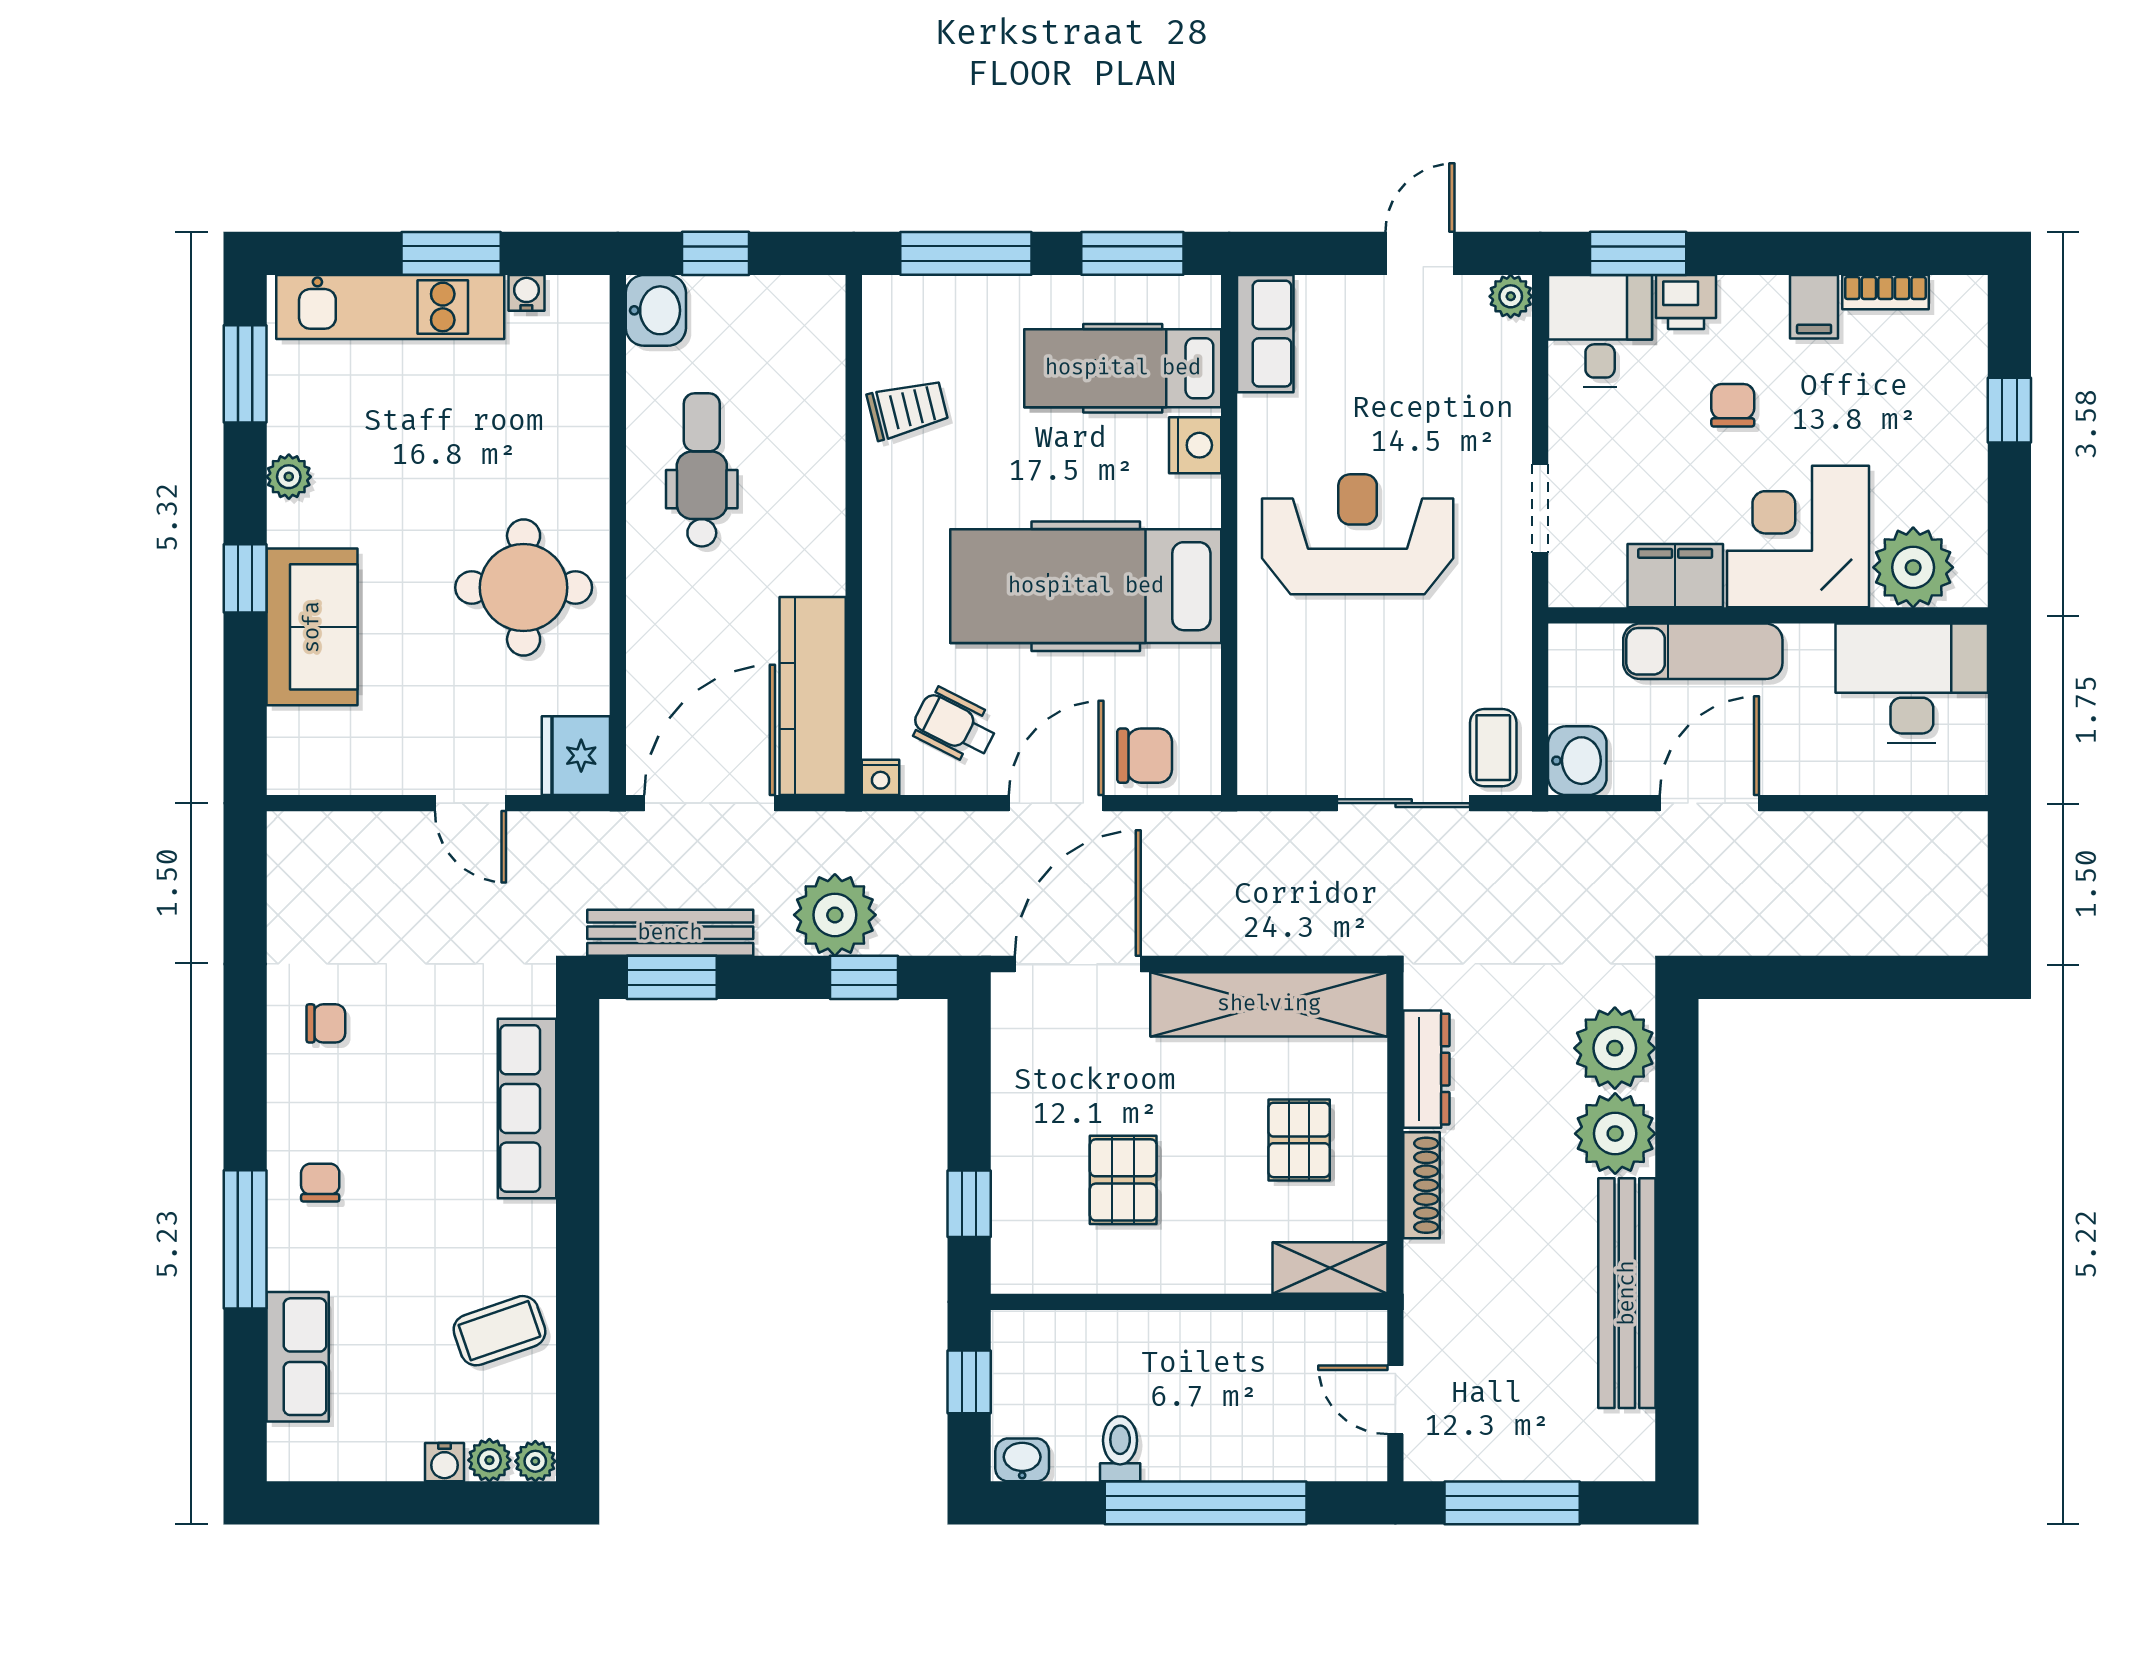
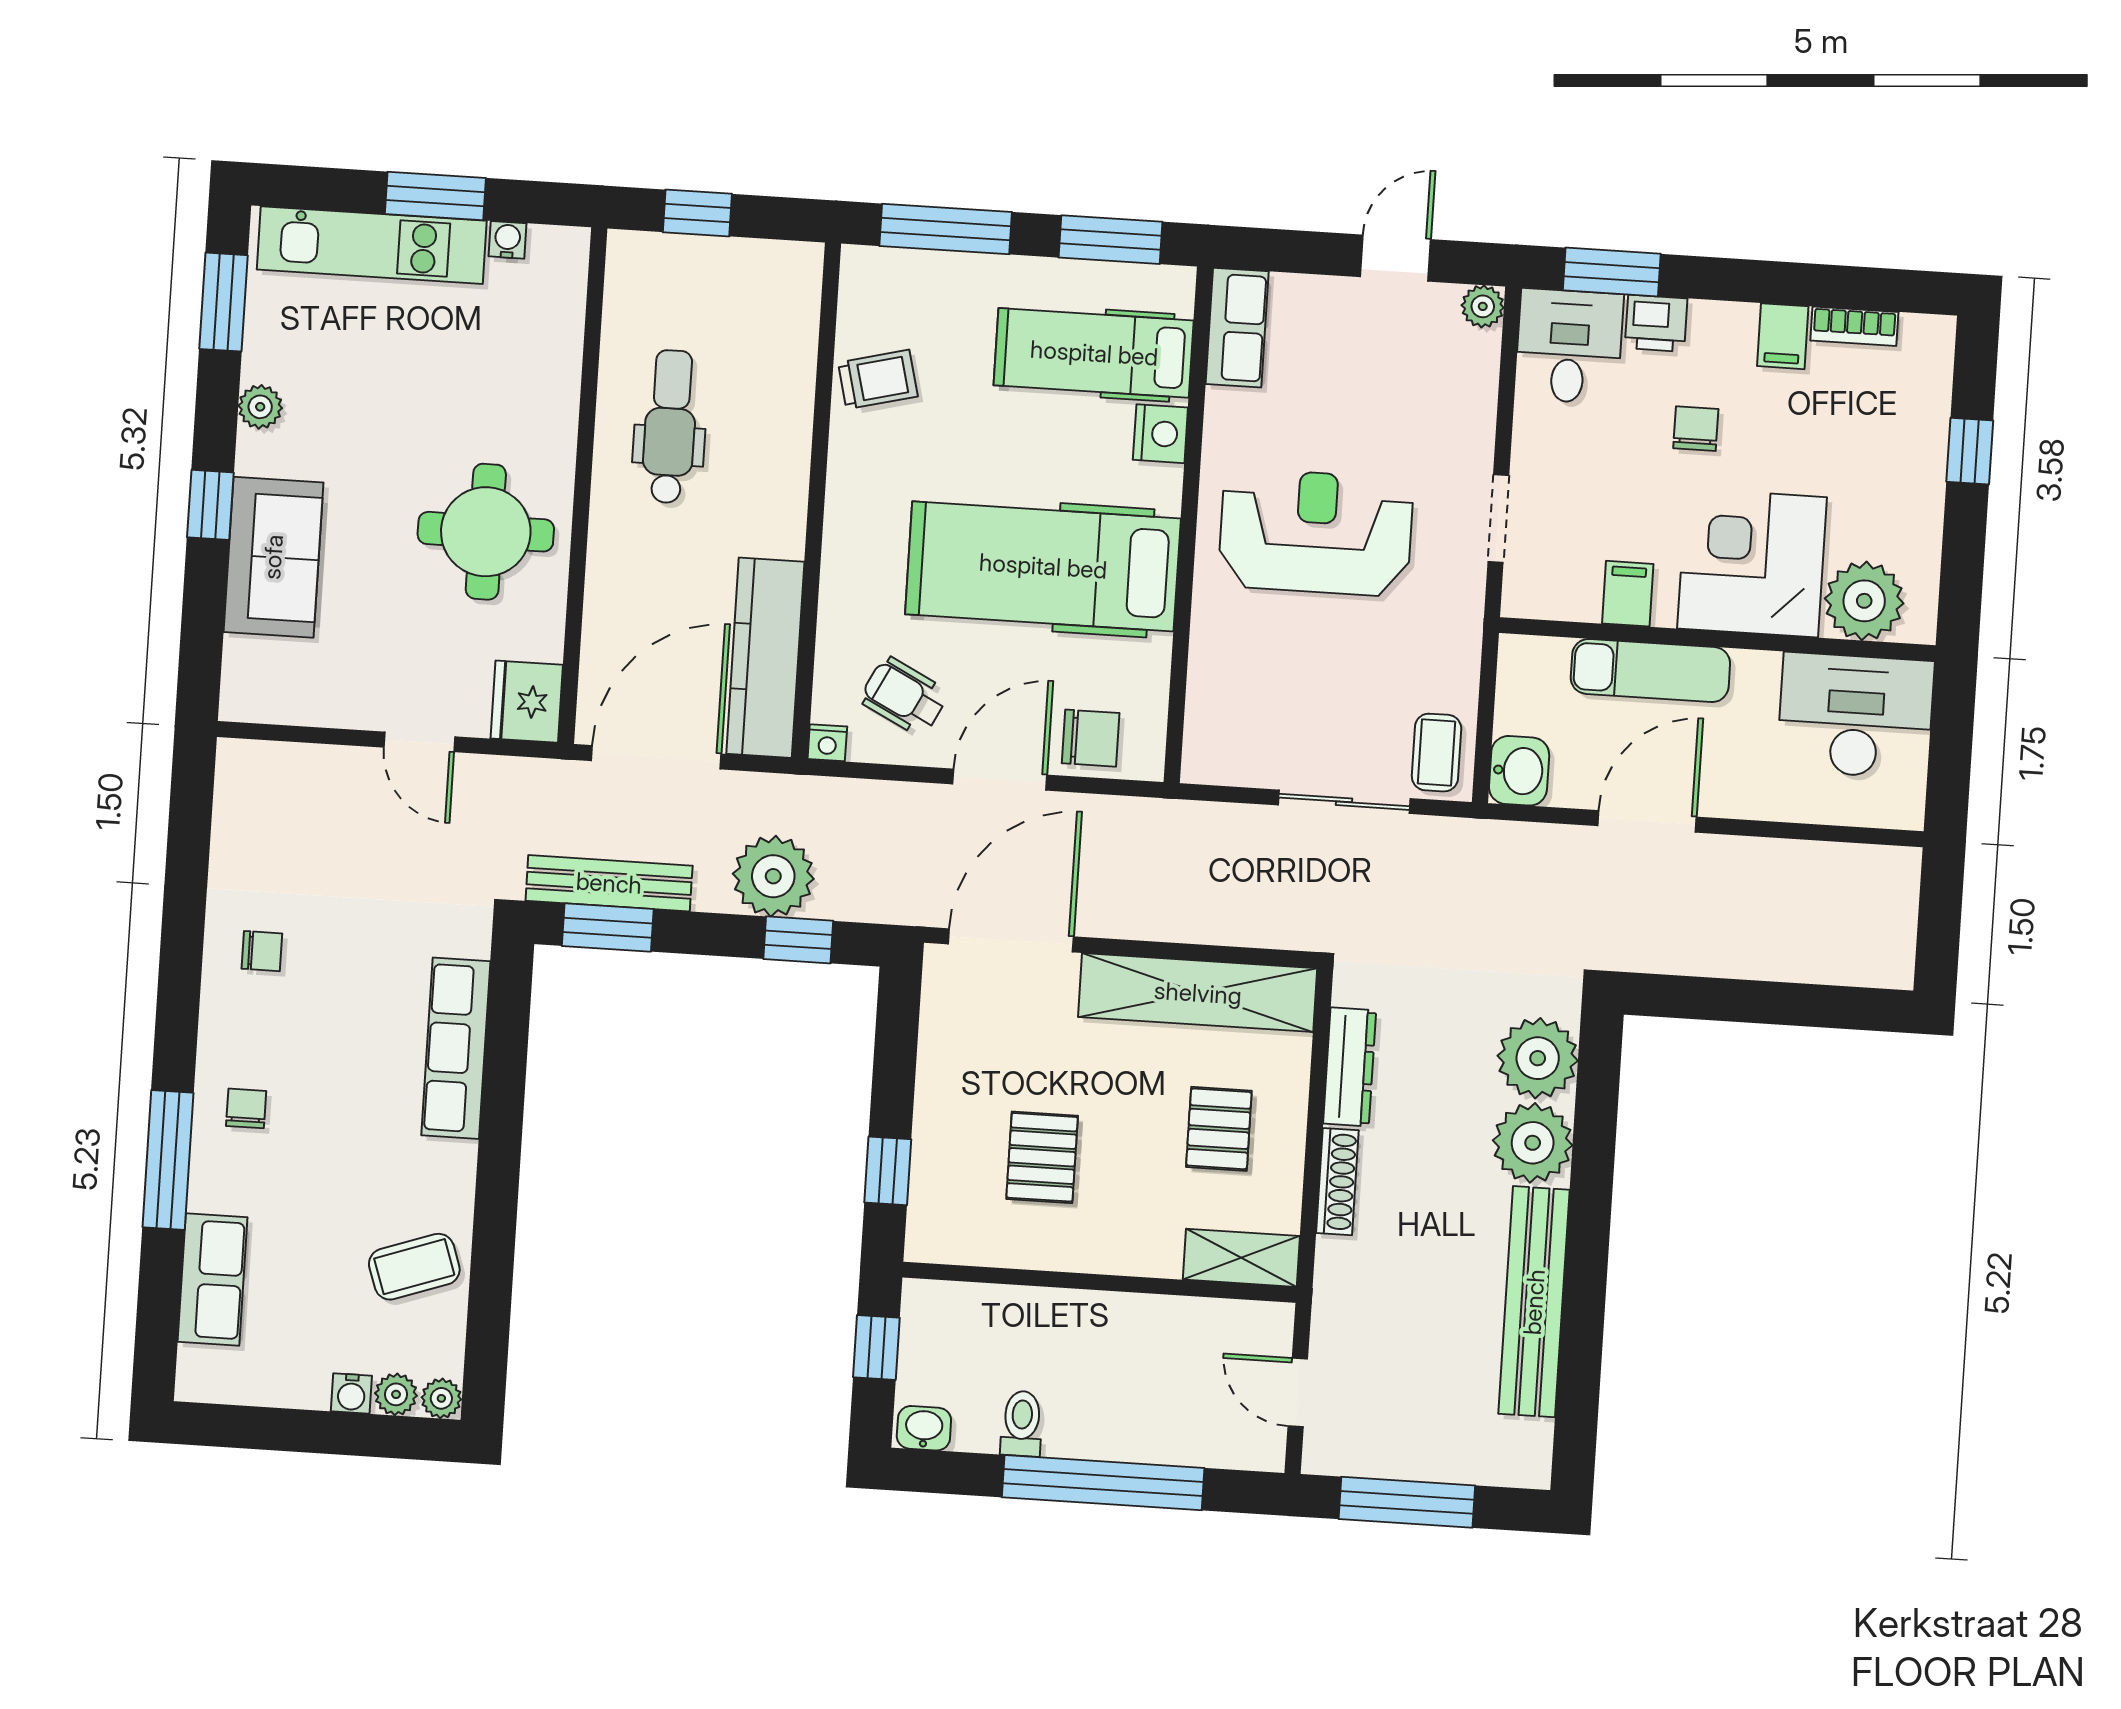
washbasin: (656, 310) -> (635, 266), removed
filing cabinet: (1675, 576) -> (1628, 594), width x0.50

